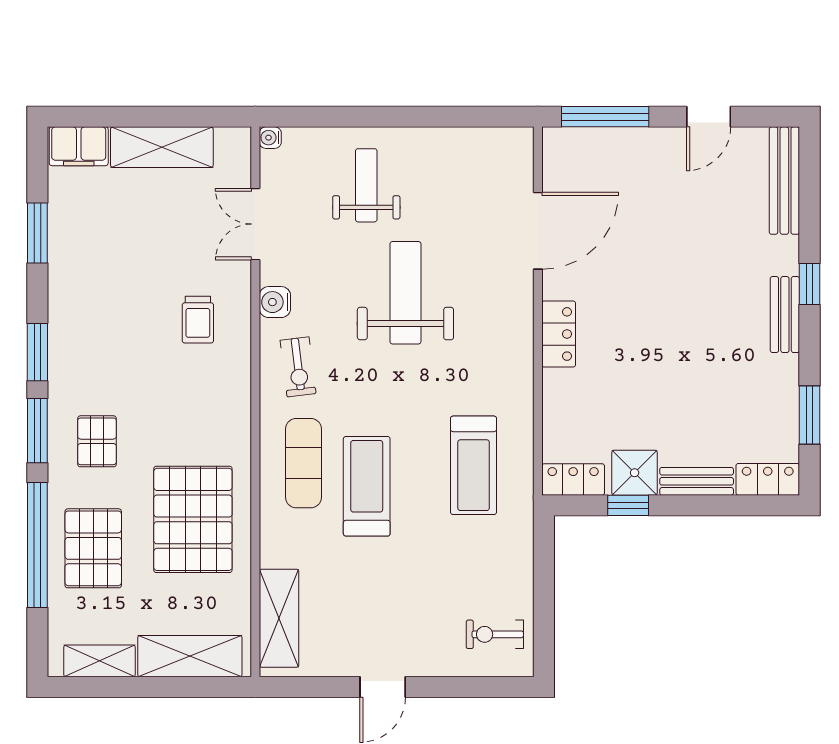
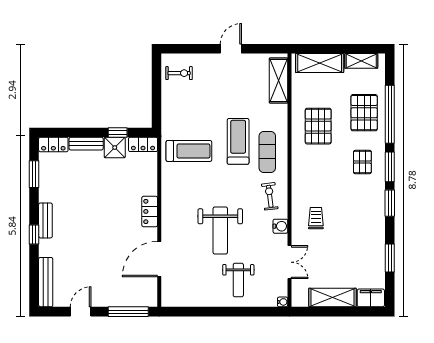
treadmill: (474, 465) -> (189, 151), turned 90
treadmill: (367, 486) -> (238, 141), turned 180
pallet: (193, 519) -> (318, 126), width x0.73, depth x0.71

